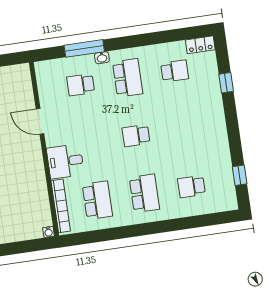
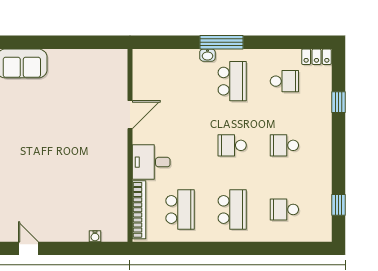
window: (84, 48) -> (222, 42), moved
school desk: (81, 85) -> (284, 145), moved
door: (40, 121) -> (130, 115), swing flipped
water cooler: (48, 232) -> (95, 236), moved

